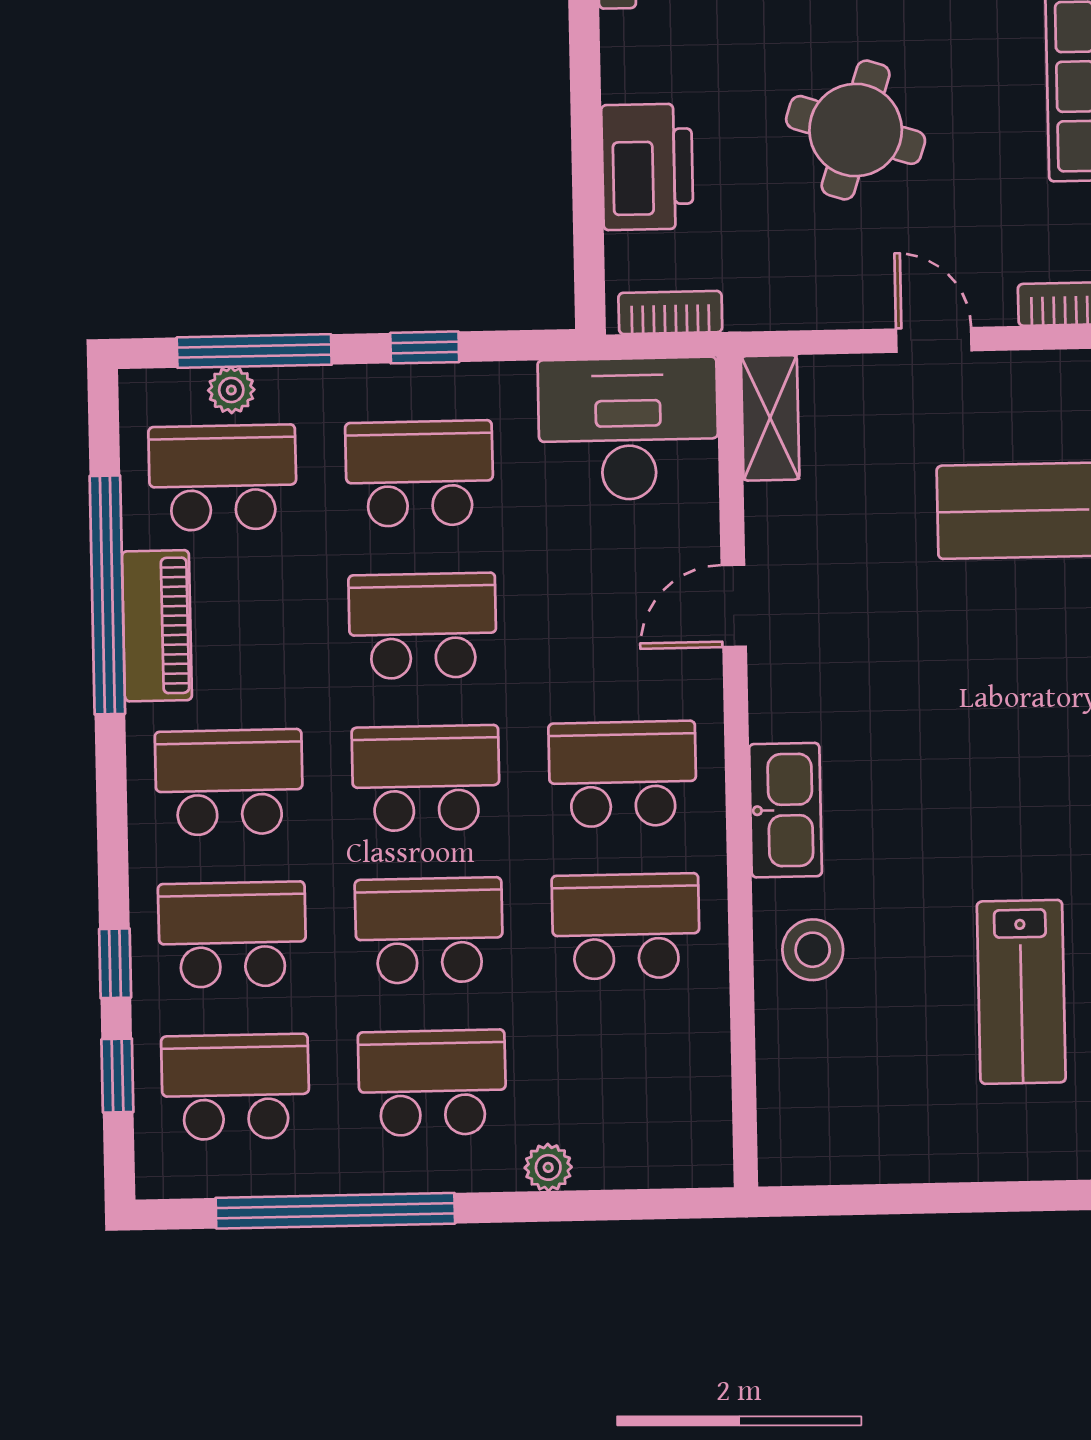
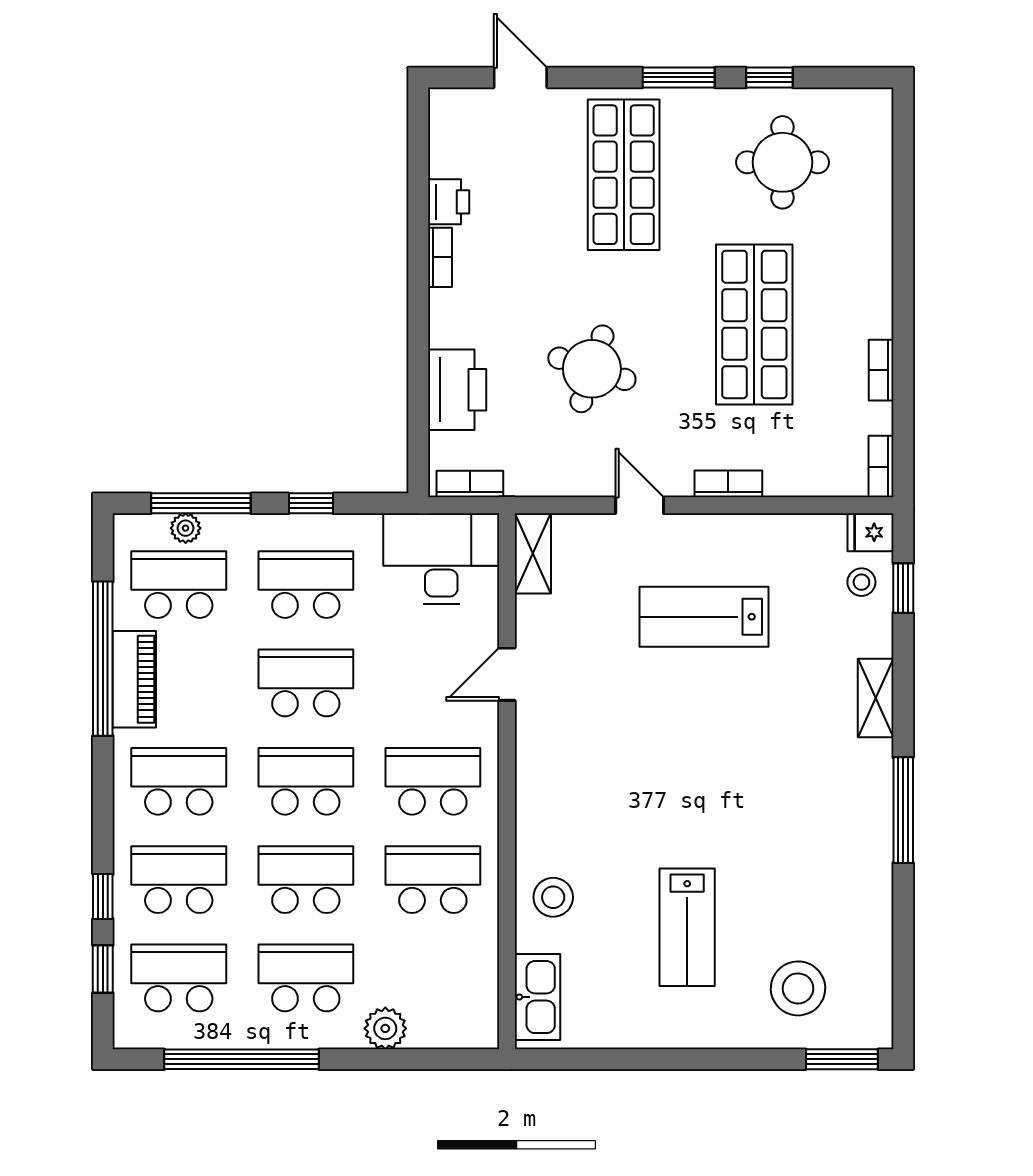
kitchen sink: (785, 810) -> (537, 997), moved
plant: (548, 1167) -> (385, 1028), width x1.38, depth x1.38

